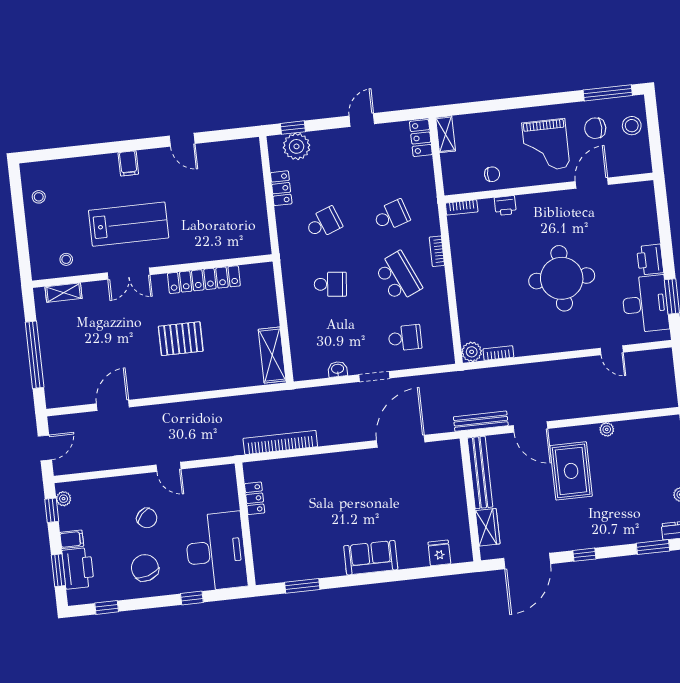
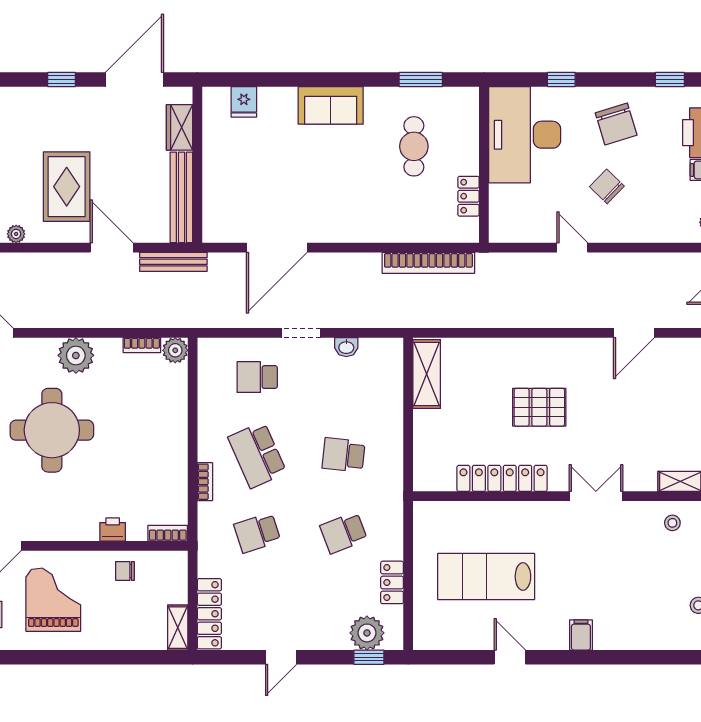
locker: (421, 138) -> (209, 614), width x1.53
lab bench: (129, 224) -> (486, 577), moved
plant: (549, 339) -> (76, 355), added
cafe table: (302, 533) -> (414, 146), added

